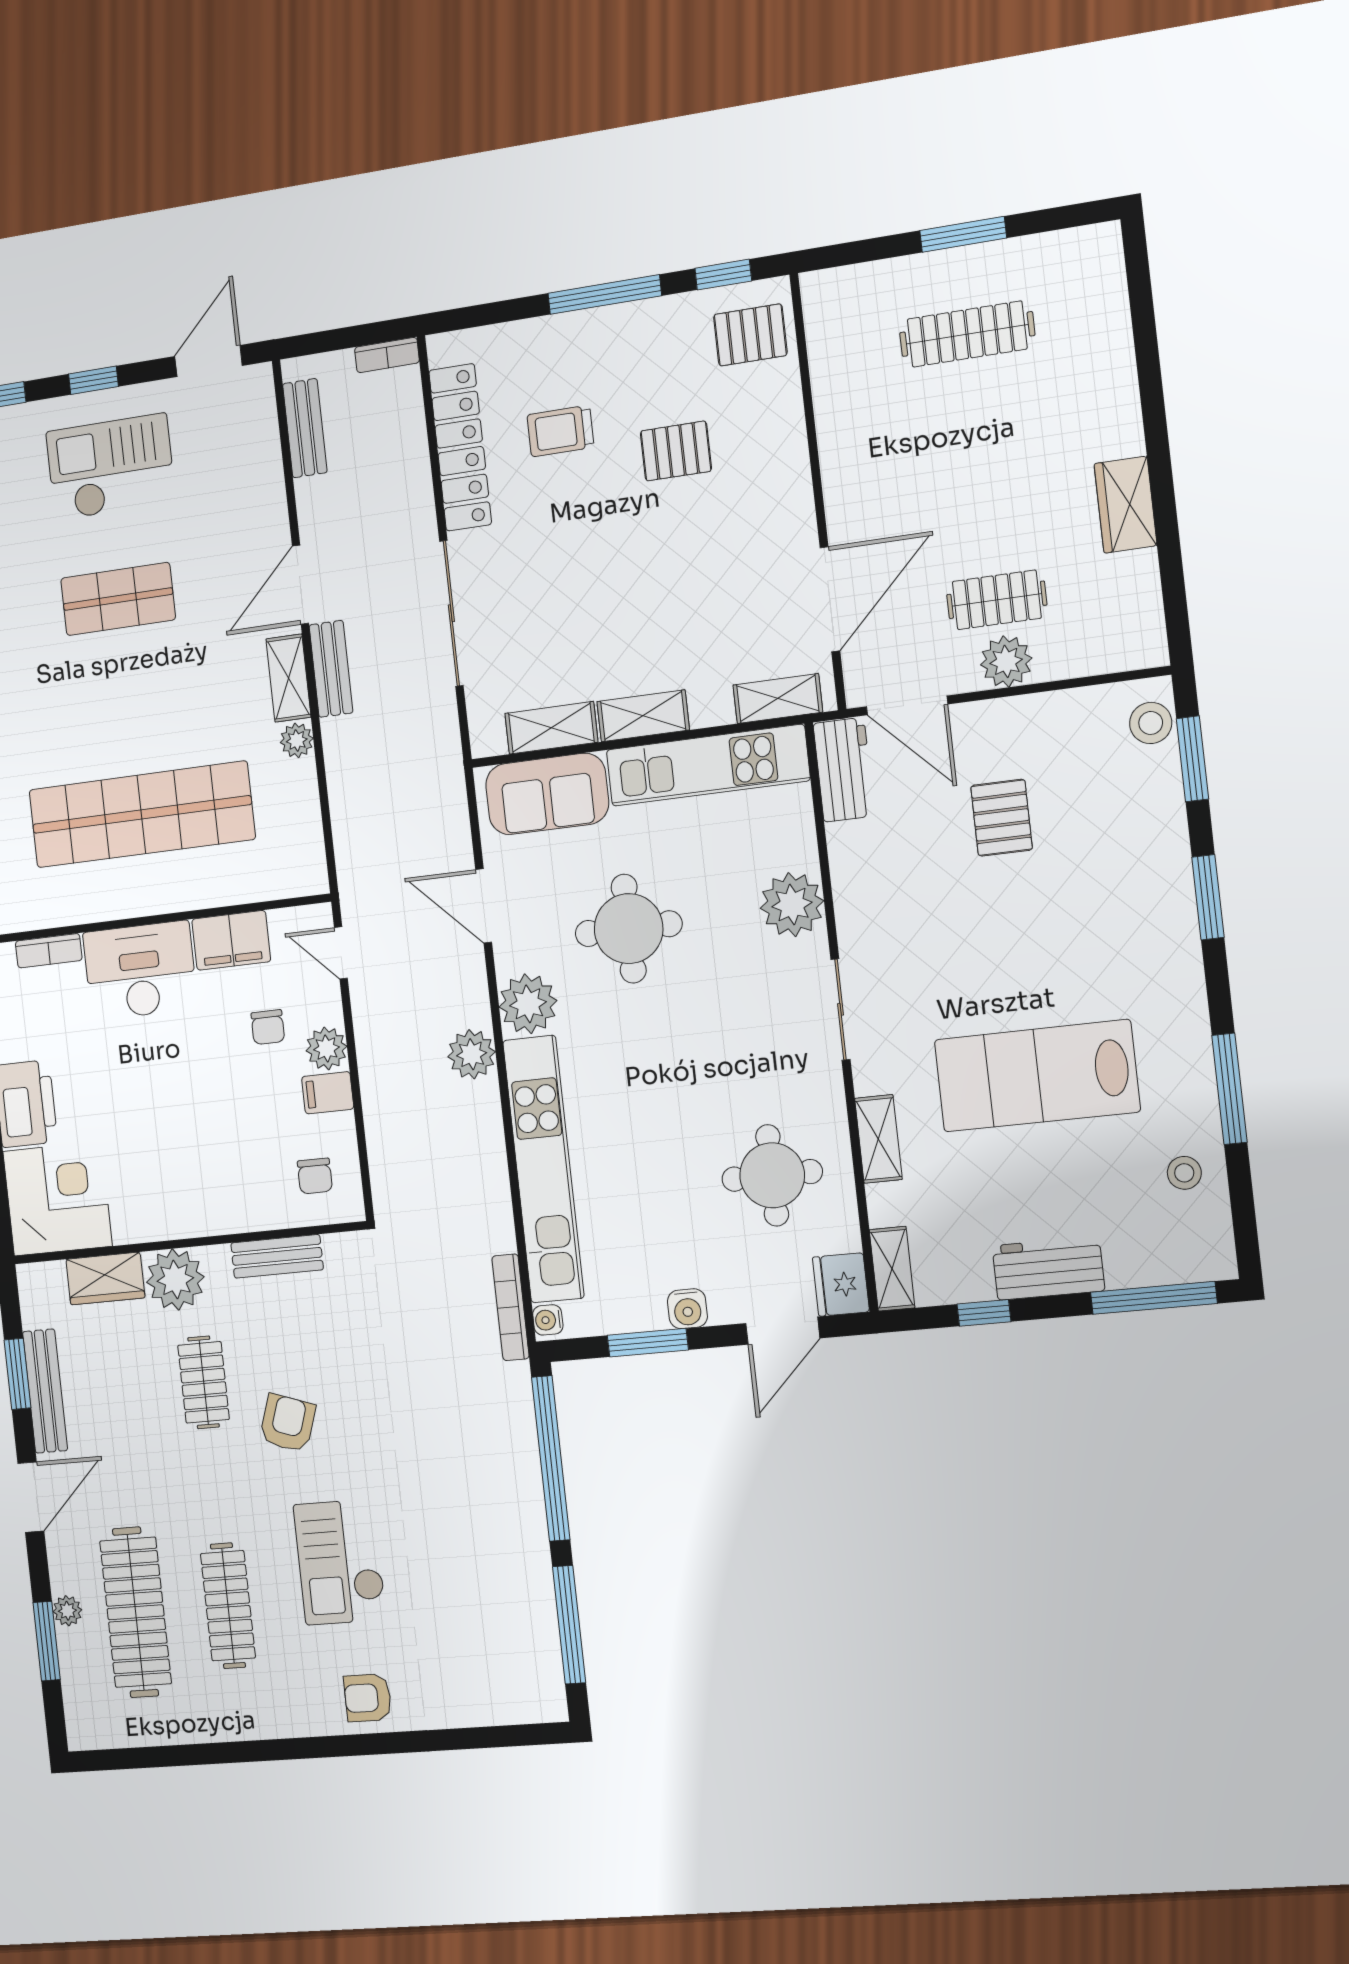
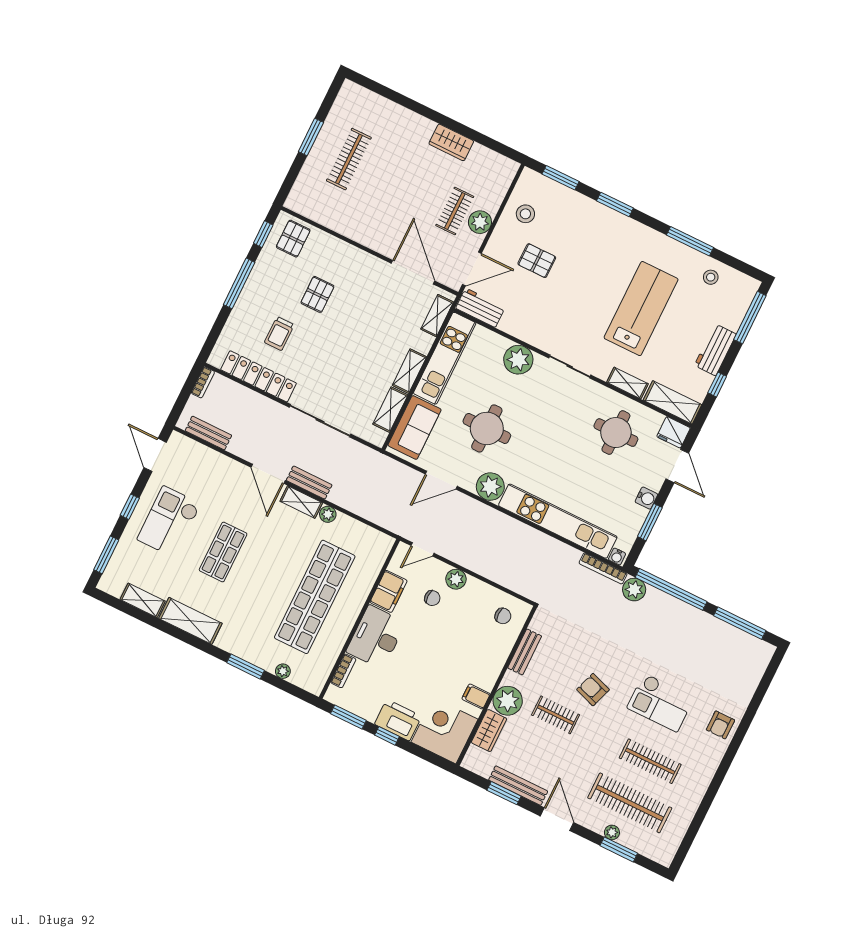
stool: (1151, 723) -> (525, 214), moved
plant: (472, 1054) -> (634, 590), moved
lab bench: (1037, 1076) -> (641, 309), turned 180
filing cabinet: (328, 1093) -> (476, 696), moved, turned 90
shelving: (892, 1269) -> (672, 402), width x1.50, depth x1.33

